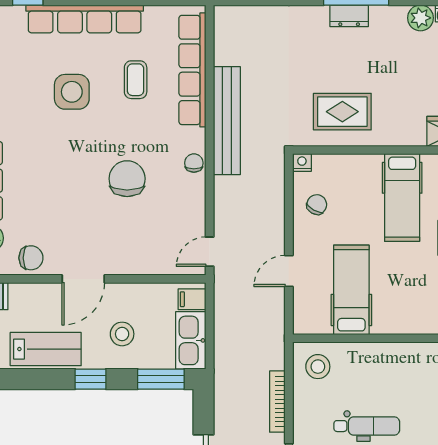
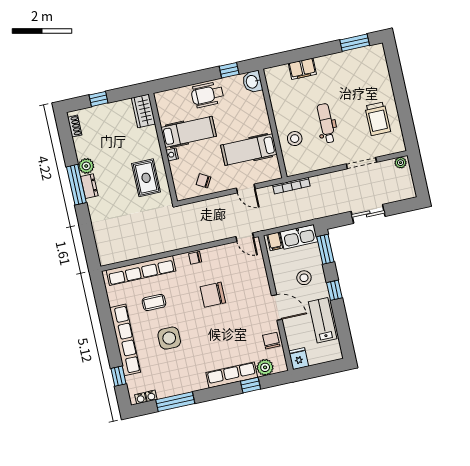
plant: (420, 18) -> (86, 166), moved
bench: (227, 121) -> (166, 244), removed
nightstand: (302, 162) -> (172, 155), moved
stool: (318, 367) -> (295, 139), moved
bookcase: (277, 402) -> (291, 186), moved

